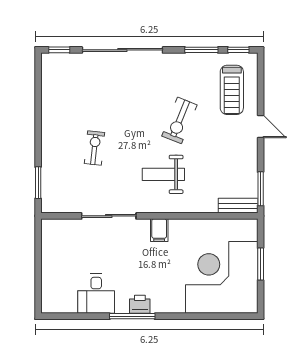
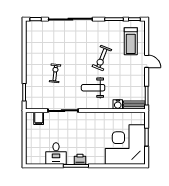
water cooler: (208, 205) -> (118, 104), added
filing cabinet: (159, 230) -> (39, 118), moved

